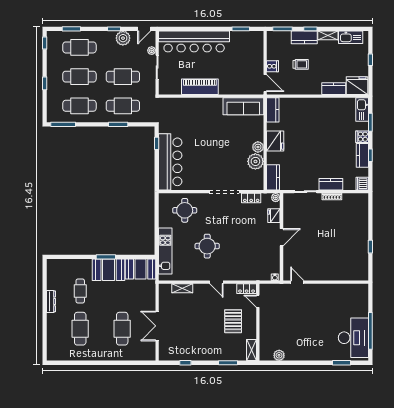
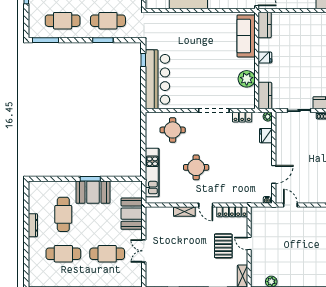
sofa: (243, 106) -> (246, 36), moved, turned 90
fridge: (275, 141) -> (265, 57), width x0.53, depth x0.75
plant: (258, 147) -> (249, 64), removed
door: (281, 237) -> (274, 174), moved
booth: (141, 269) -> (132, 214), moved, turned 90
shelving: (182, 288) -> (184, 211), moved
locker: (247, 289) -> (232, 212), width x1.53
cafe table: (80, 291) -> (63, 214), width x1.37, depth x1.35
door: (258, 301) -> (249, 244), moved
double door: (157, 326) -> (144, 251), width x0.73
cafe table: (80, 329) -> (63, 254), turned 90
cafe table: (122, 329) -> (107, 254), turned 90

